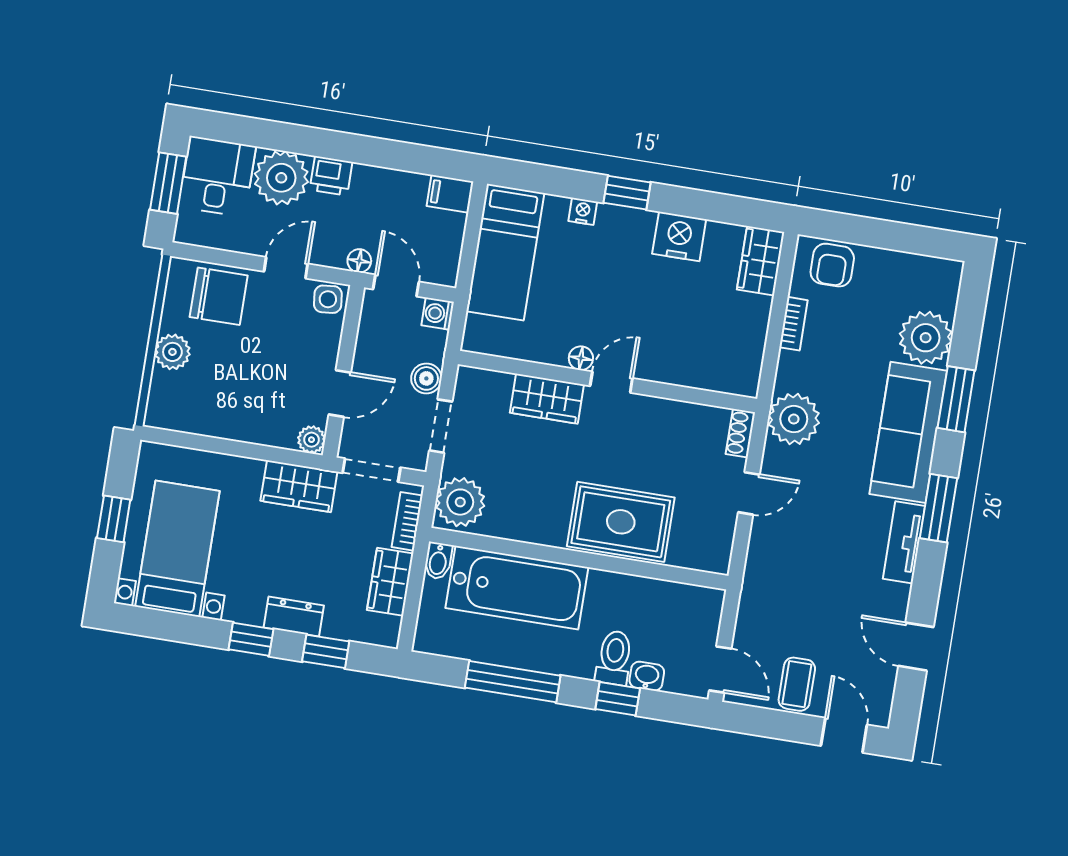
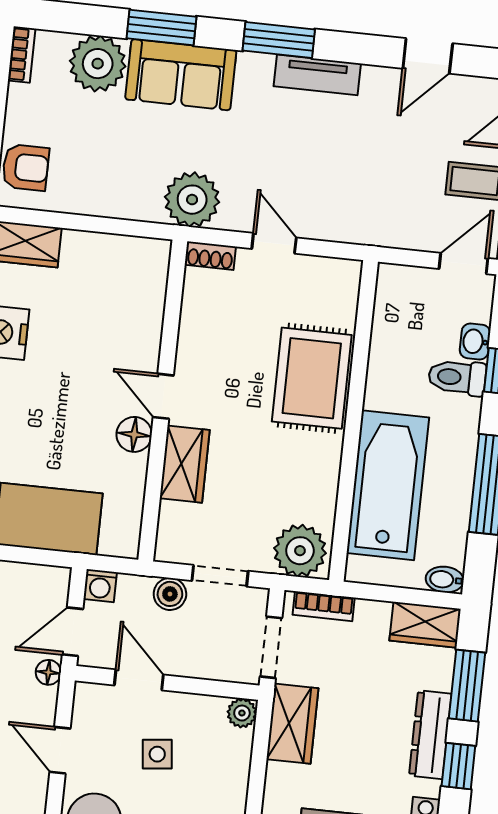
side table: (328, 299) -> (157, 754), moved
bookcase: (794, 324) -> (22, 55), moved, turned 90
floor lamp: (581, 358) -> (134, 434), width x1.37, depth x1.37
door: (340, 394) -> (139, 680), moved
sofa: (908, 432) -> (181, 75), width x0.73
bidet: (438, 561) -> (445, 580), moved, turned 180
wardrobe: (390, 582) -> (425, 625), moved
dresser: (294, 617) -> (430, 735), width x1.44
window: (326, 651) -> (467, 686), width x1.50

